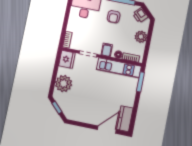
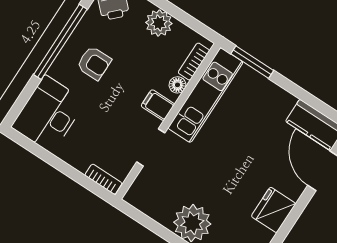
fridge: (67, 59) -> (274, 210), moved, turned -90

